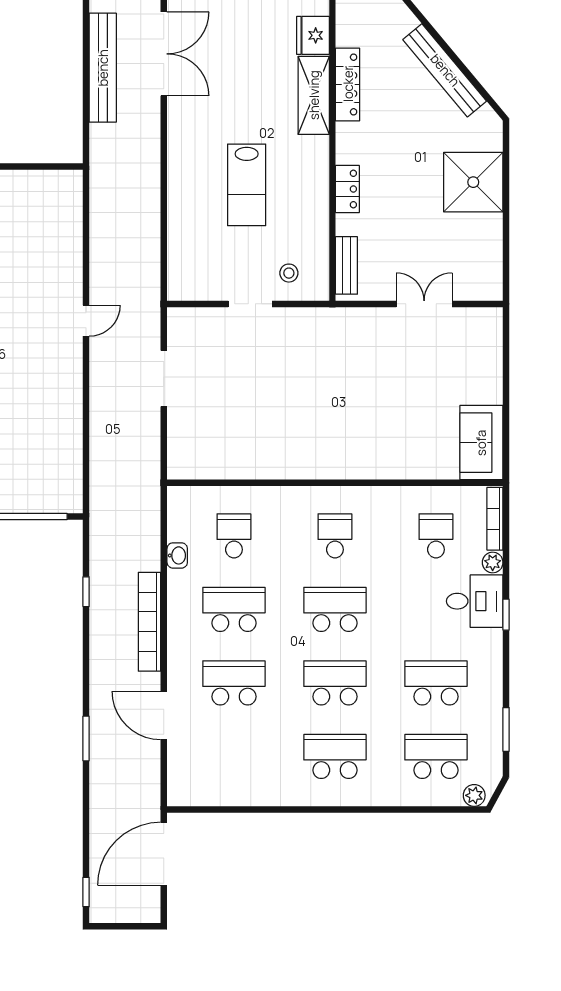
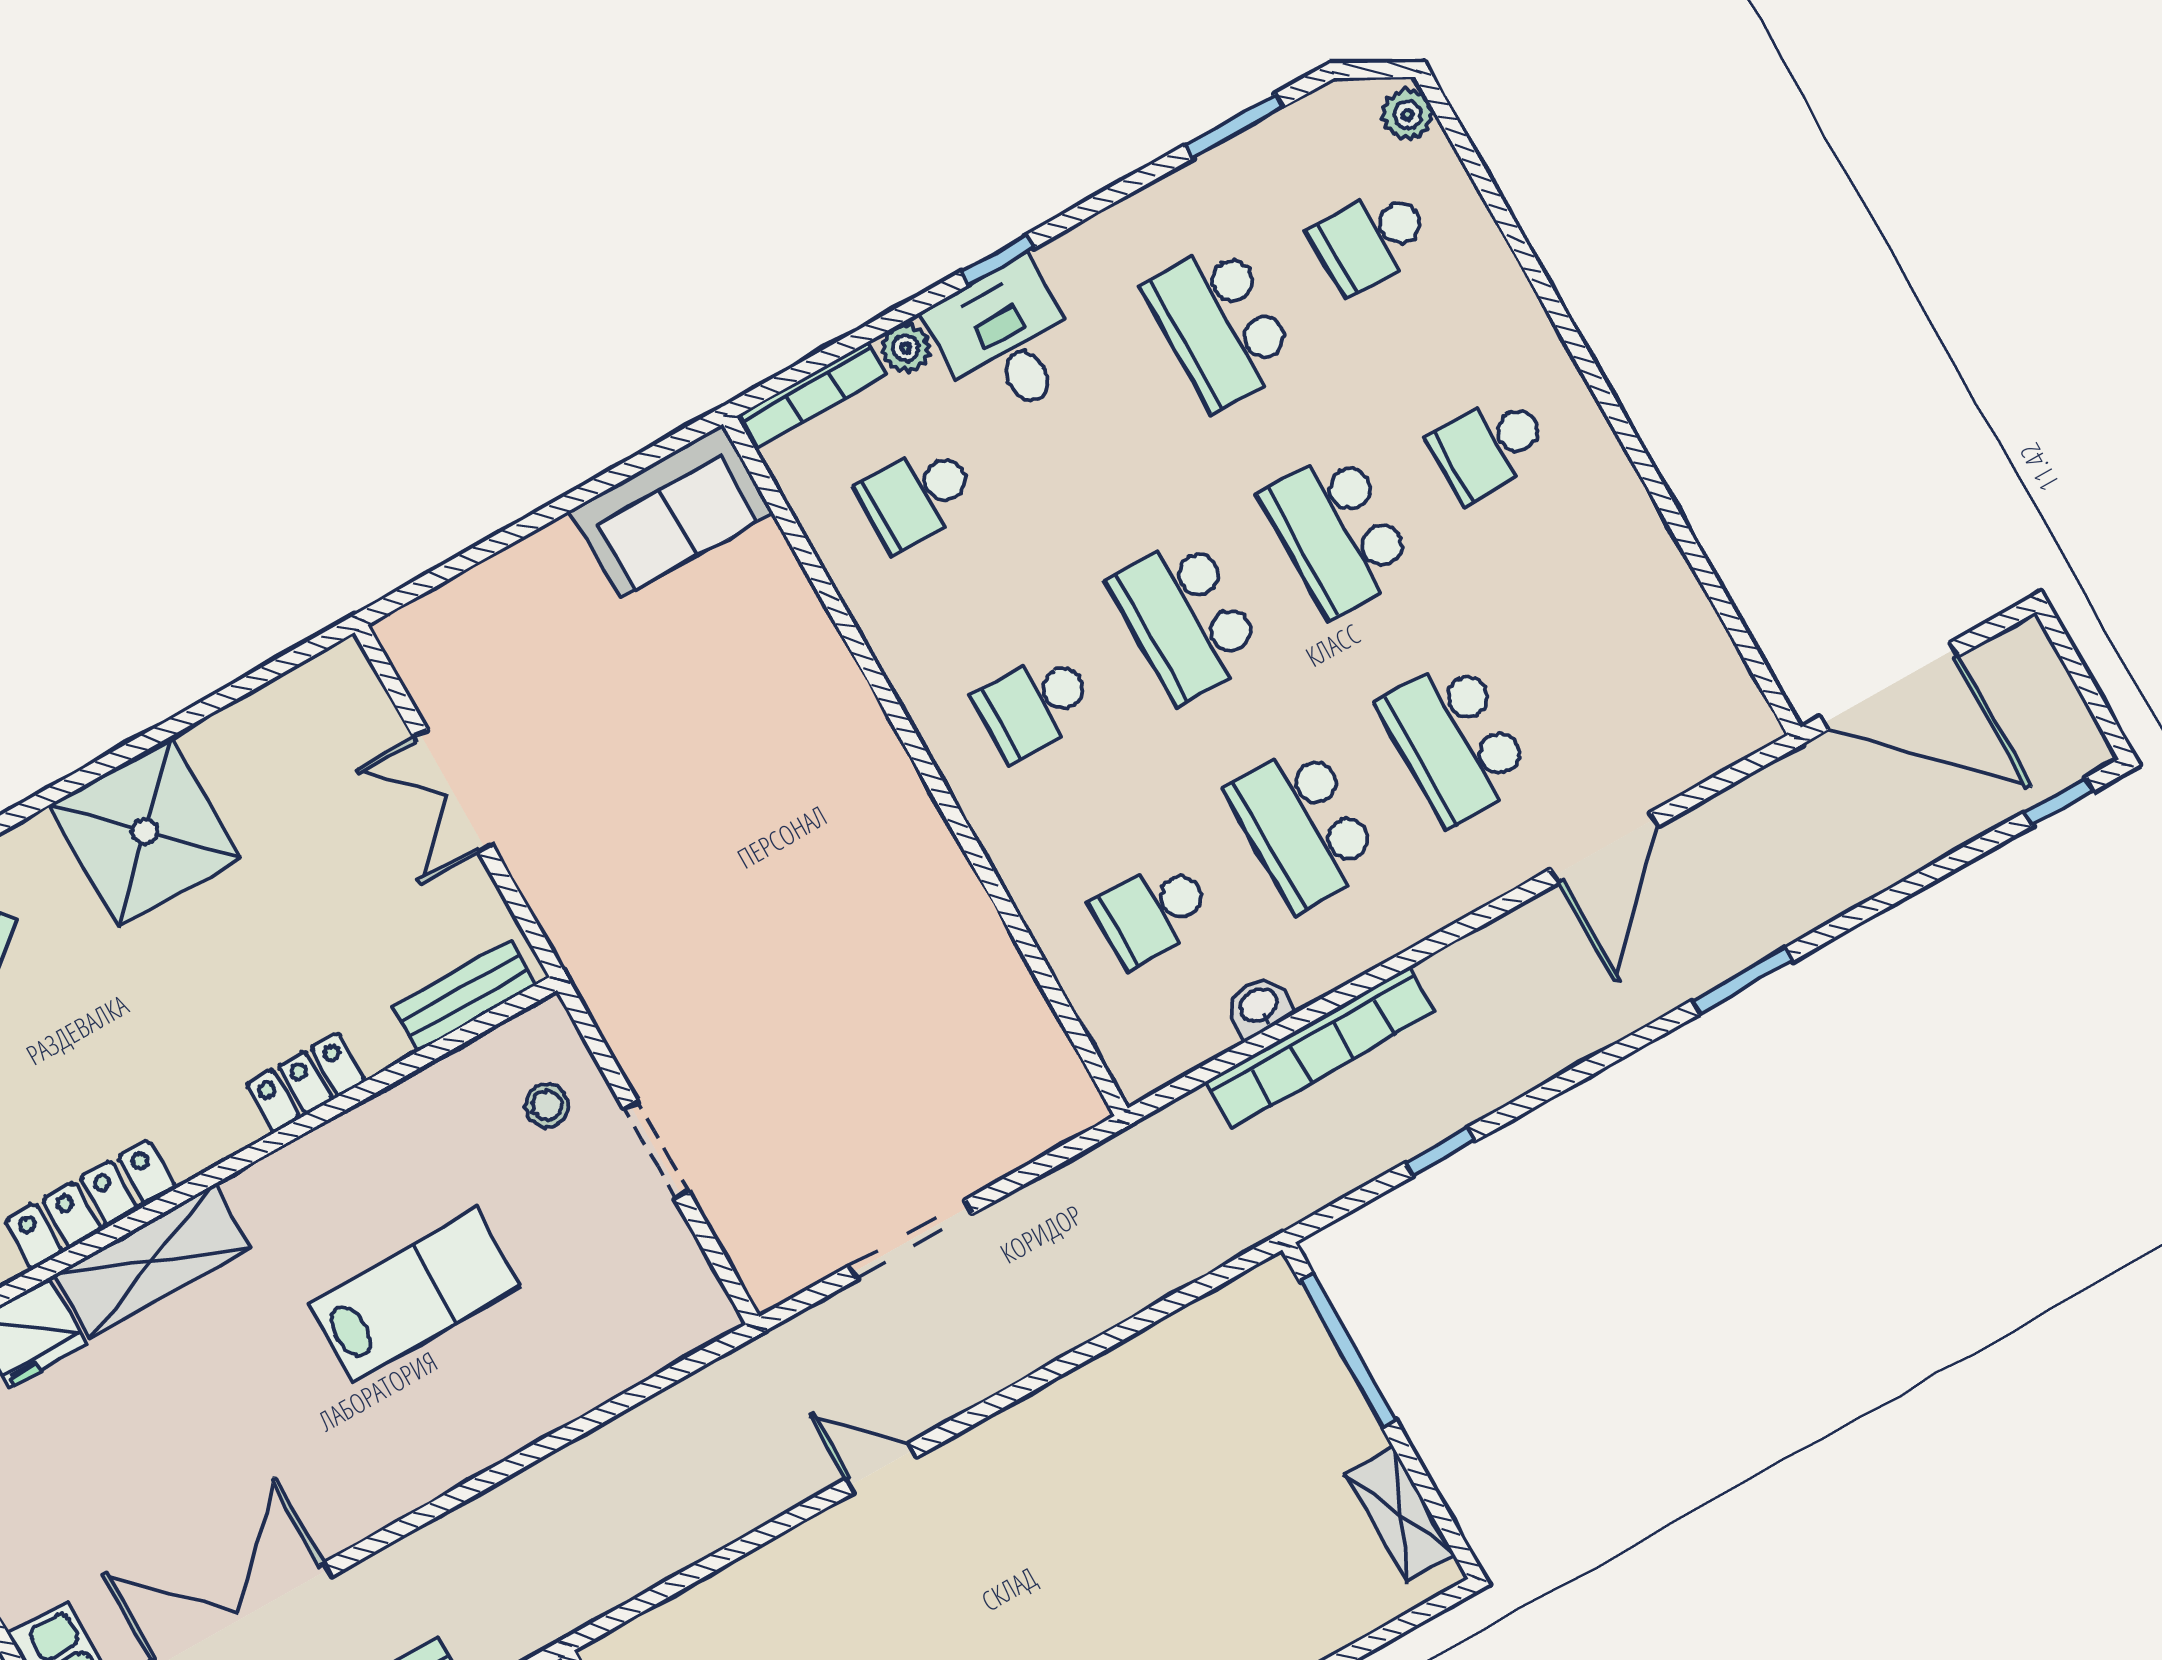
bookcase: (150, 622) -> (1320, 1047), moved
school desk: (335, 756) -> (1489, 447), width x0.54
school desk: (436, 756) -> (1372, 239), width x0.54

